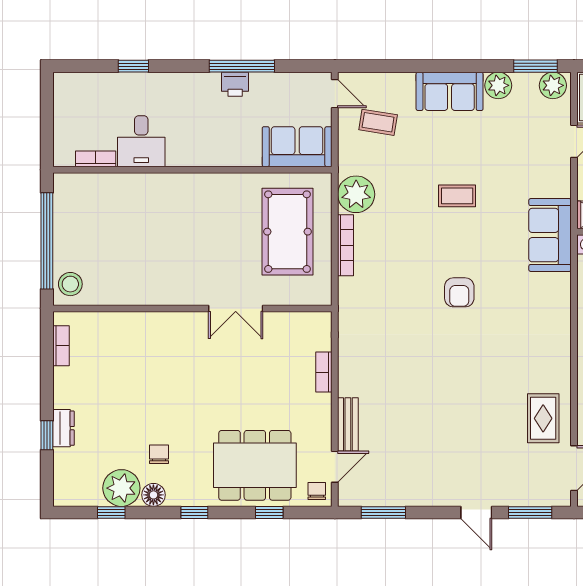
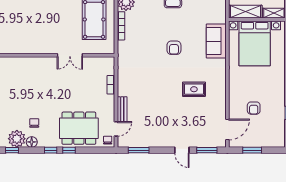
sofa: (550, 235) -> (216, 41), moved
rug: (543, 418) -> (194, 89), moved, turned 90
window: (269, 512) -> (69, 150), moved

